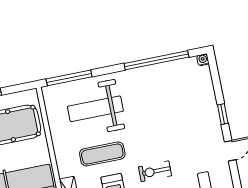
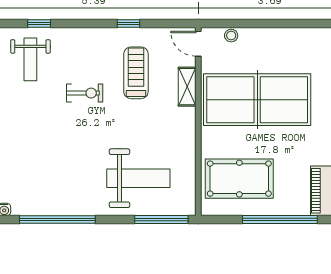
exercise mat: (102, 154) -> (141, 125), removed

